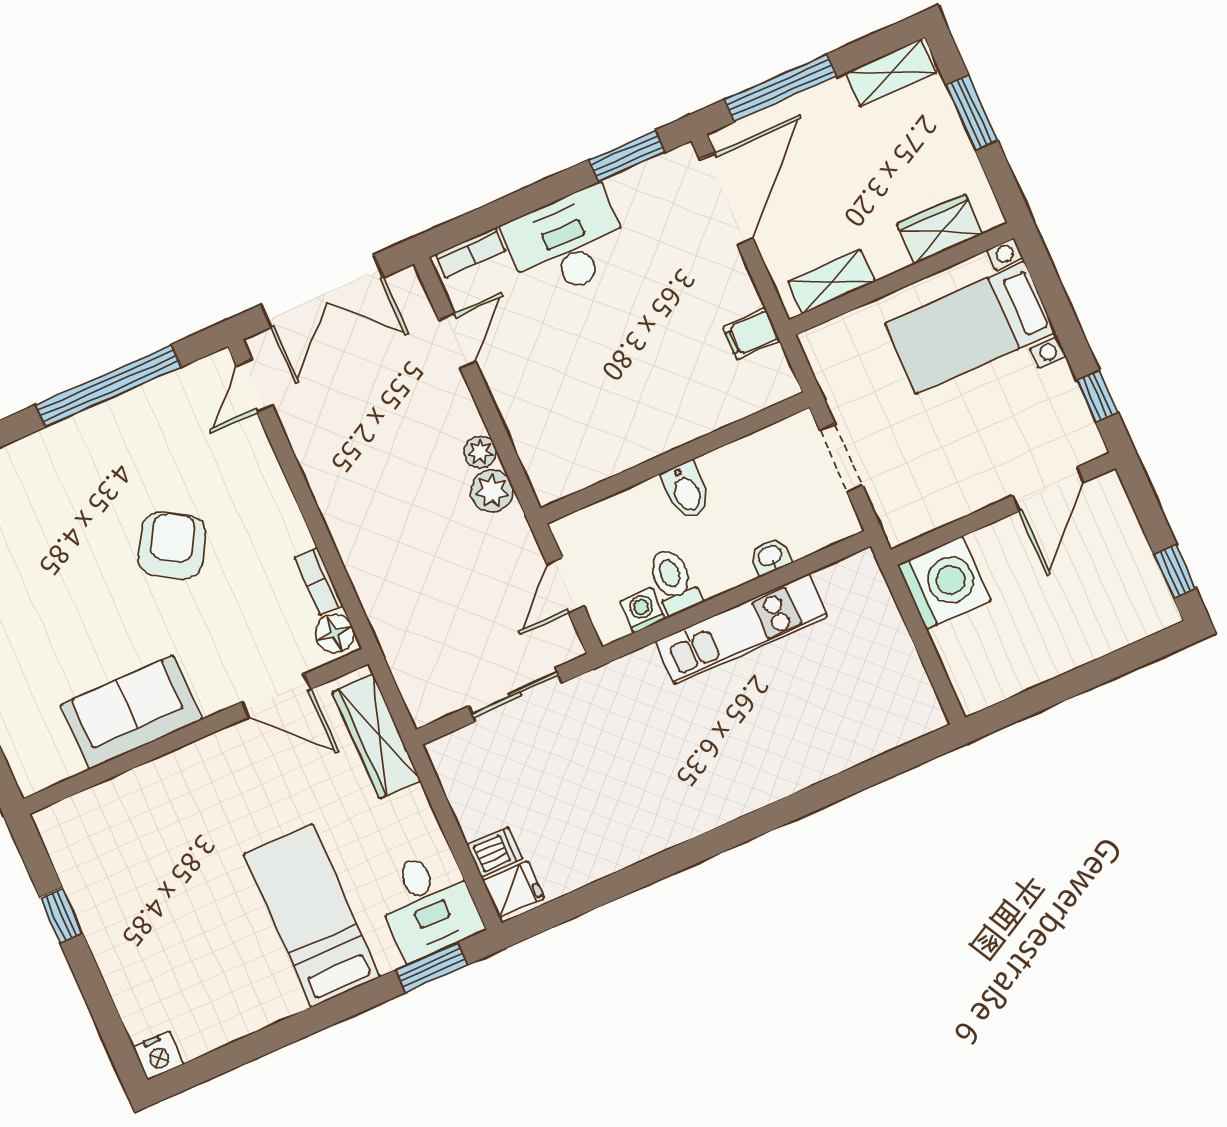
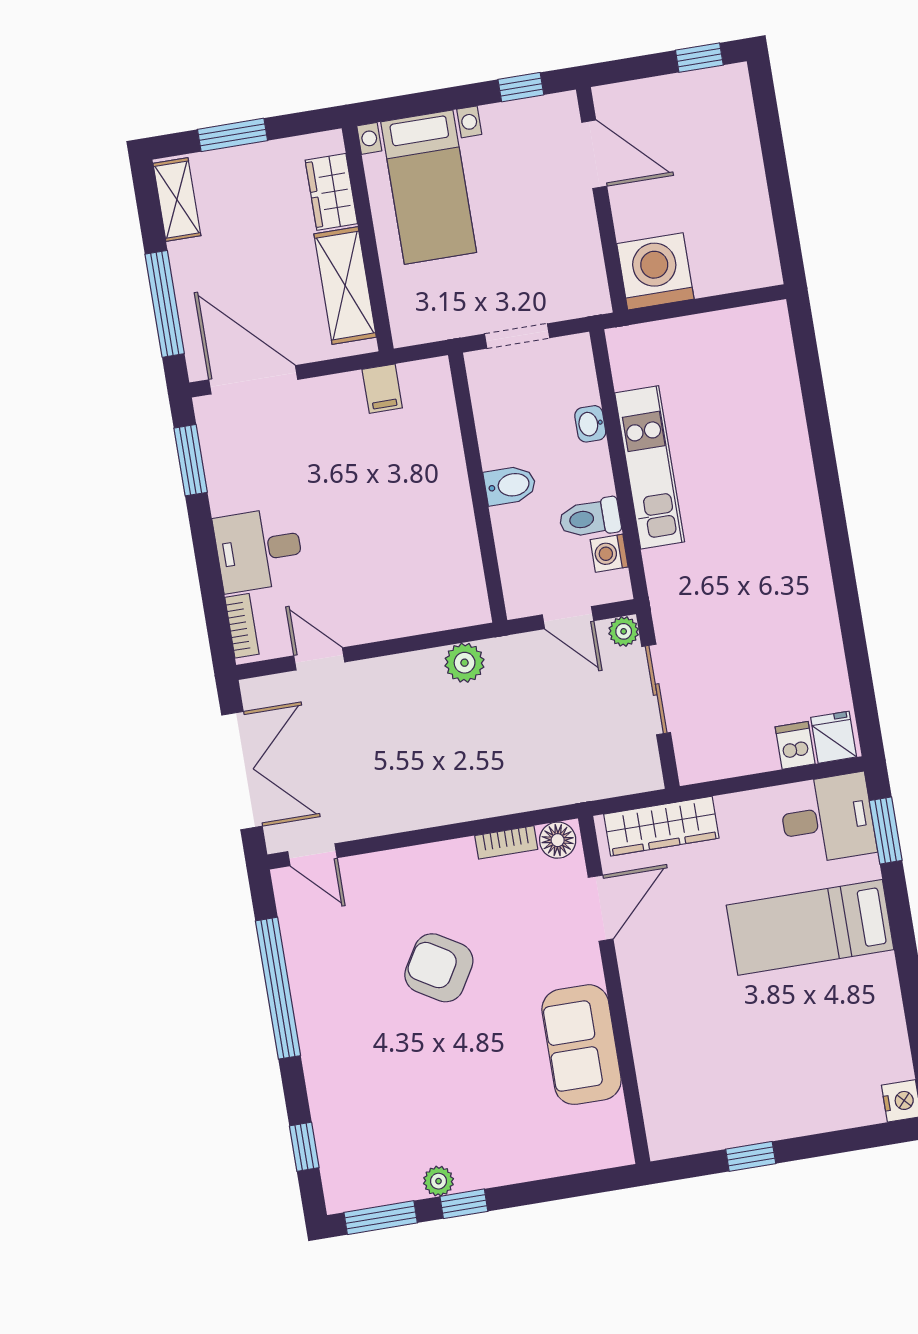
desk: (567, 244) -> (259, 550), width x0.73
shelving: (831, 282) -> (345, 286), width x1.50, depth x1.33
plant: (480, 452) -> (624, 631), moved

